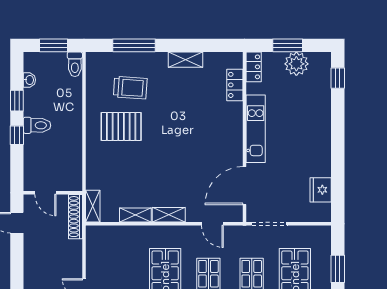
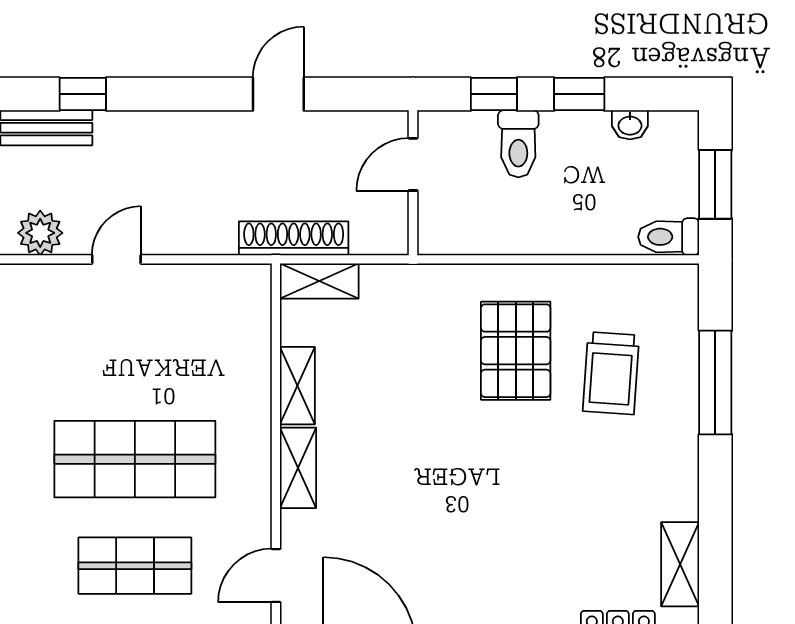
shelving: (185, 60) -> (680, 564), moved
door: (45, 193) -> (413, 164), moved
wall: (53, 193) -> (413, 183), moved

